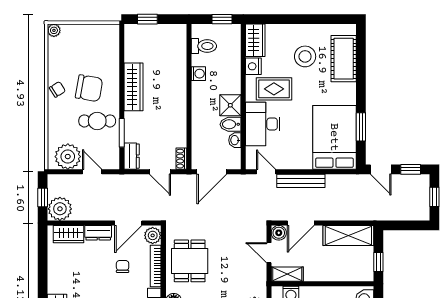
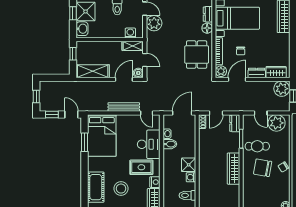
shower: (230, 105) -> (189, 165), moved
door: (160, 172) -> (216, 113), swing flipped

